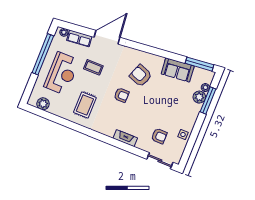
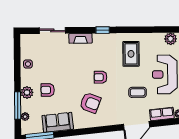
plant: (199, 97) -> (27, 92), moved
armchair: (159, 136) -> (48, 90), moved
window: (102, 137) -> (103, 30), added
sliding door: (160, 161) -> (52, 30), moved

